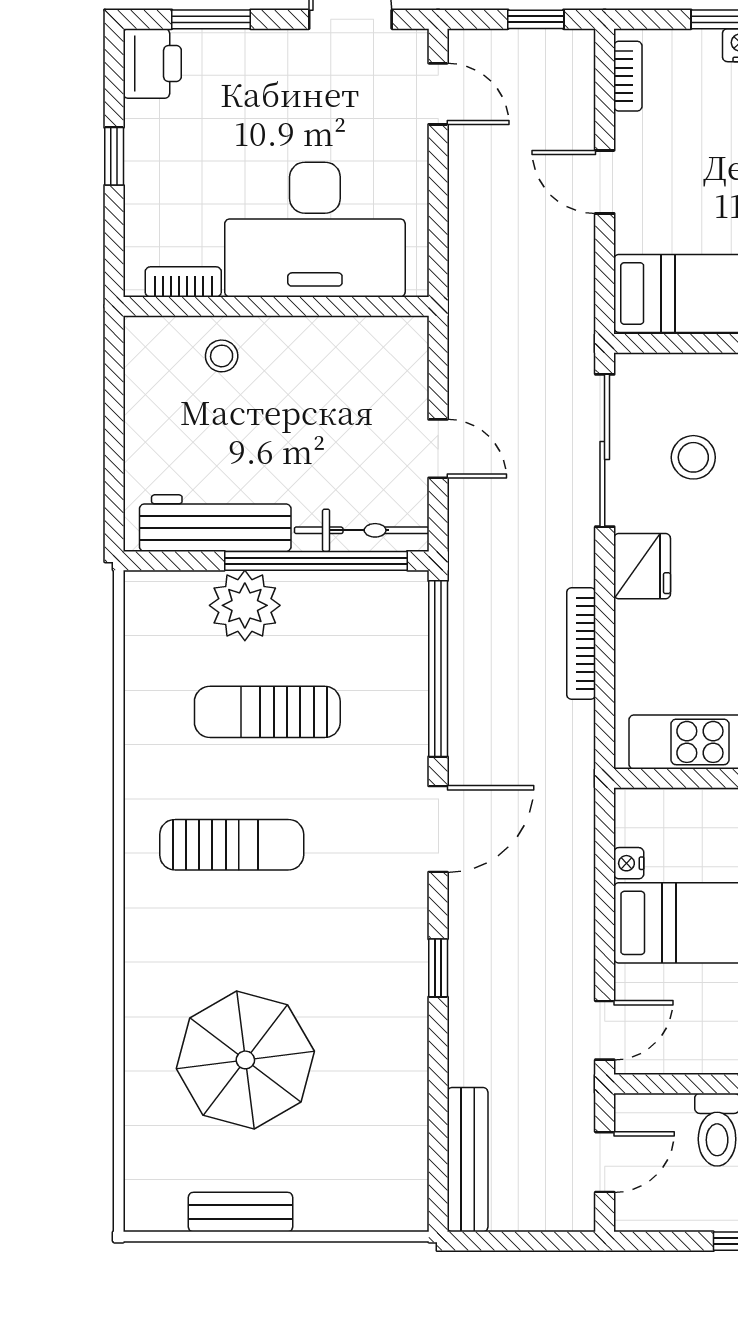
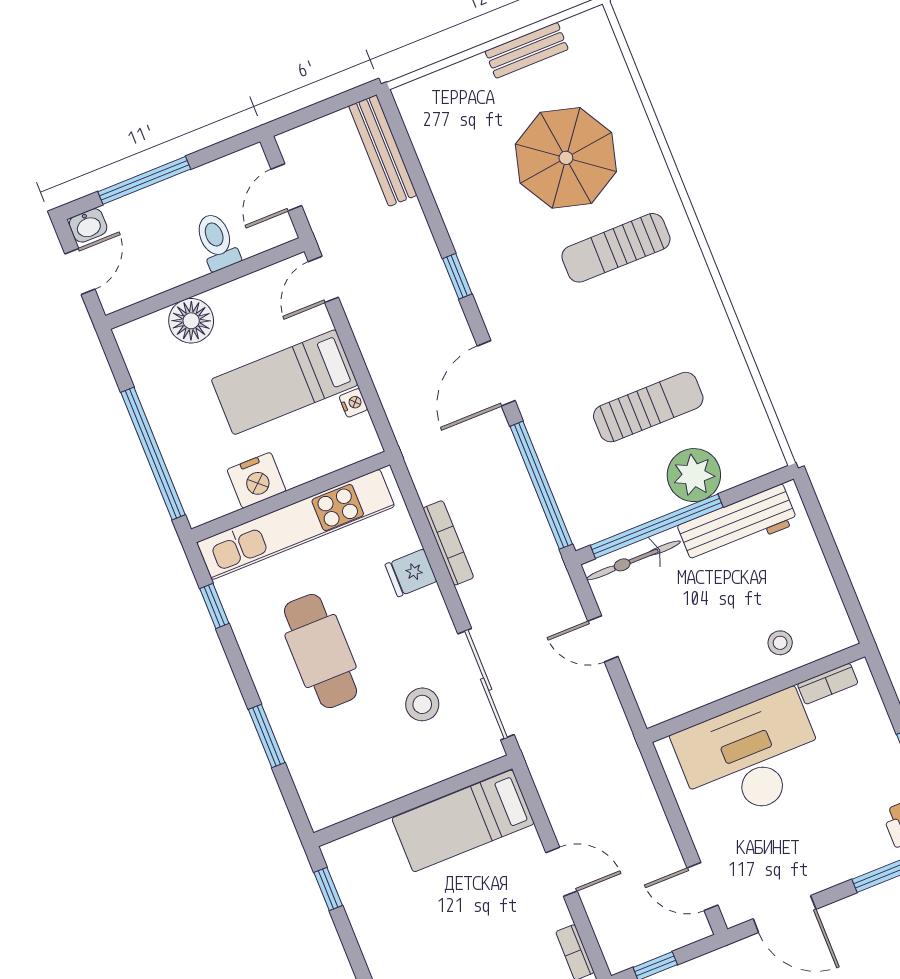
fridge: (642, 566) -> (411, 573), moved, width x0.72
sun lounger: (232, 845) -> (616, 248), moved

